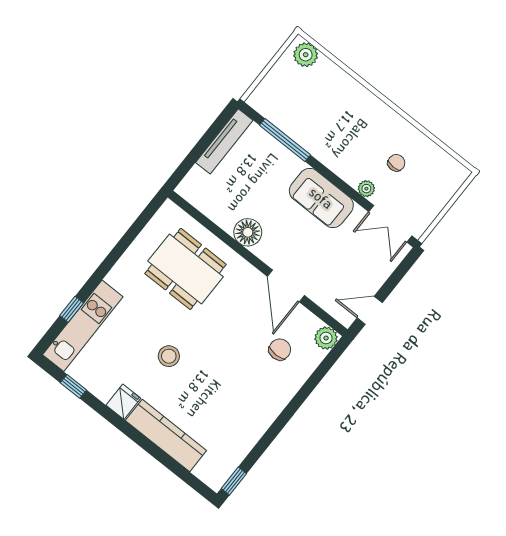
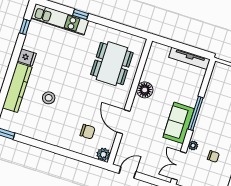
window: (285, 140) -> (196, 113), moved
door: (286, 286) -> (123, 122), hinge flipped
window: (72, 309) -> (81, 14), moved
door: (370, 310) -> (127, 172), hinge flipped
stool: (169, 356) -> (49, 98), moved

